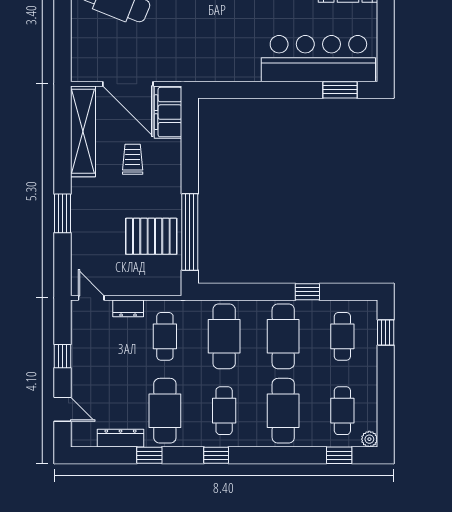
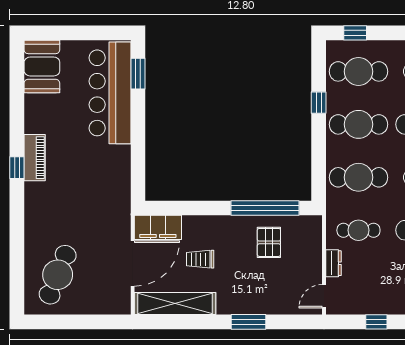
pallet: (151, 236) -> (269, 242), width x0.67, depth x0.71
cafe table: (342, 336) -> (358, 71), width x1.37, depth x1.35

